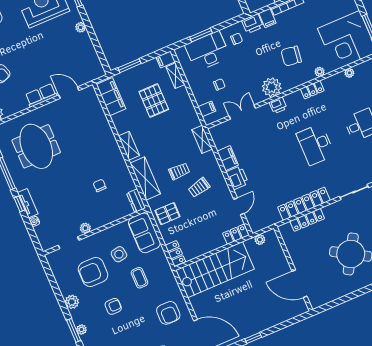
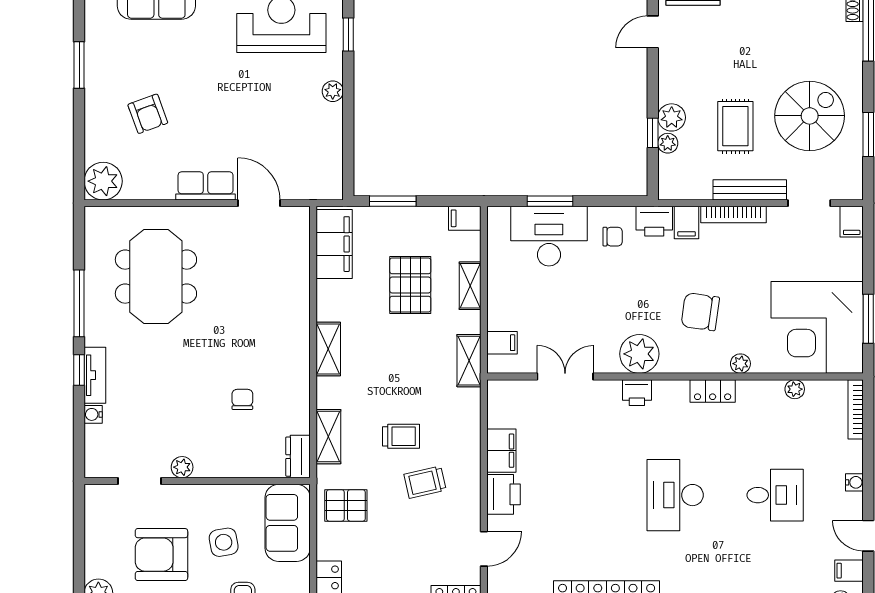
shelving: (175, 76) -> (470, 286), moved
chair: (219, 84) -> (544, 307), removed
shelving: (202, 139) -> (469, 361), moved
shelving: (145, 179) -> (328, 437), width x0.67, depth x0.75

